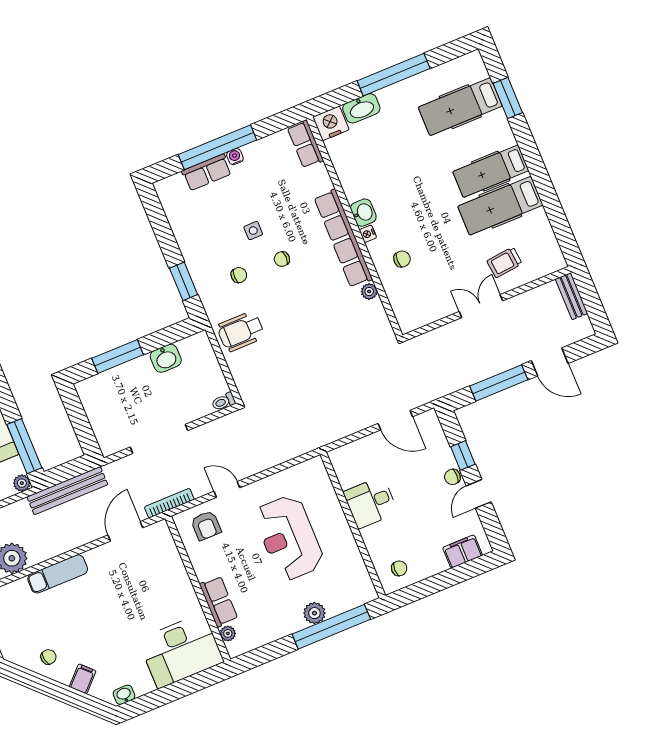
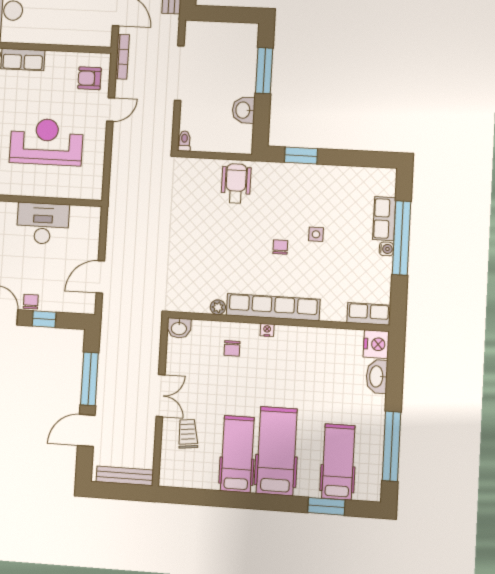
window: (394, 75) -> (392, 446), moved
hospital bed: (491, 171) -> (277, 451), width x1.37, depth x1.29
washbasin: (363, 213) -> (179, 328), moved
chair: (239, 275) -> (284, 204), removed
bench: (572, 296) -> (125, 476), width x1.36
desk: (371, 502) -> (43, 223), width x1.37

